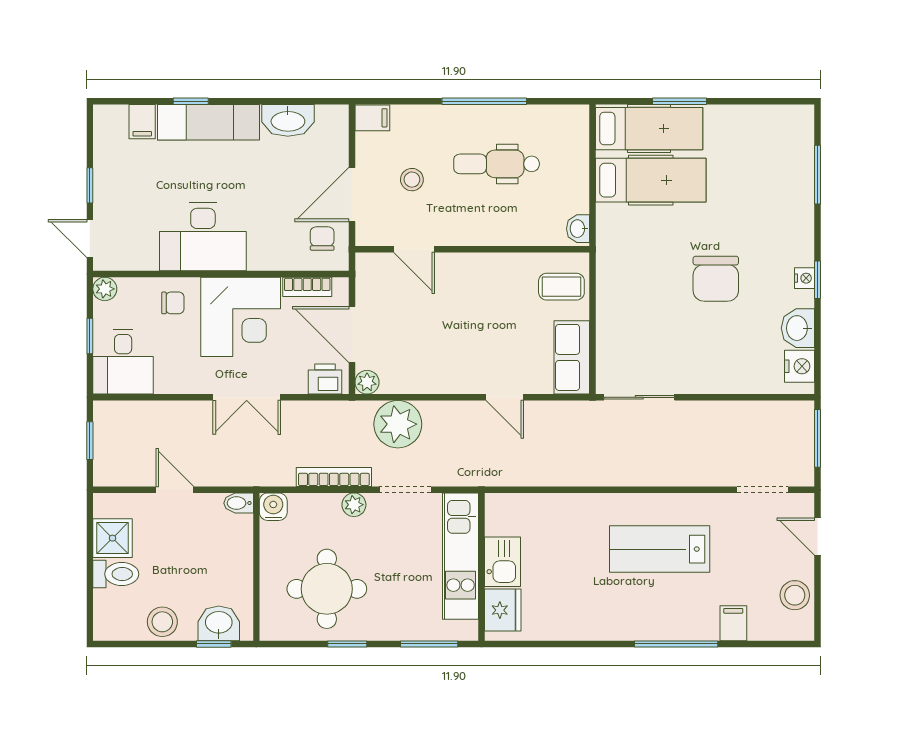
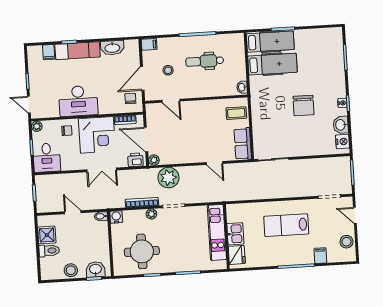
kitchen unit: (461, 556) -> (217, 232), moved
kitchen sink: (502, 562) -> (235, 234), moved
wall: (481, 567) -> (226, 237), moved
fridge: (503, 610) -> (237, 255), moved

